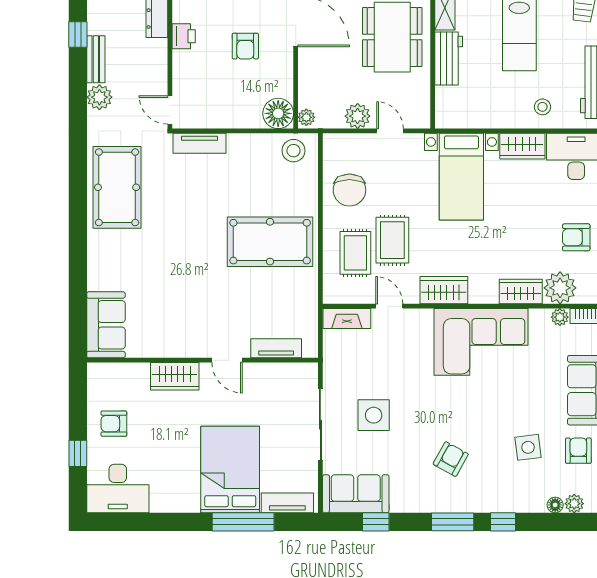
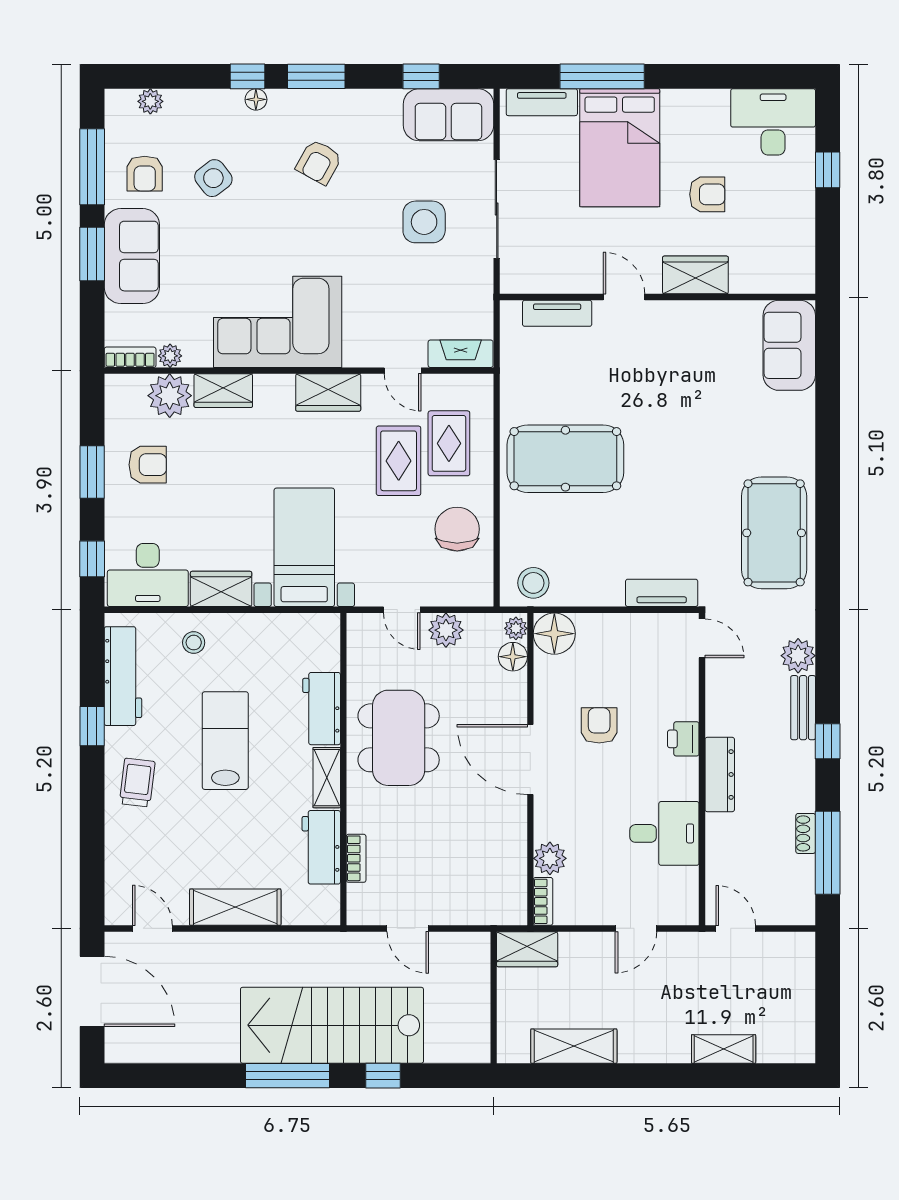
floor lamp: (309, 97) -> (513, 657), added
armchair: (114, 424) -> (707, 194), moved
side table: (528, 447) -> (213, 178), turned -31
floor lamp: (555, 505) -> (256, 99), moved

